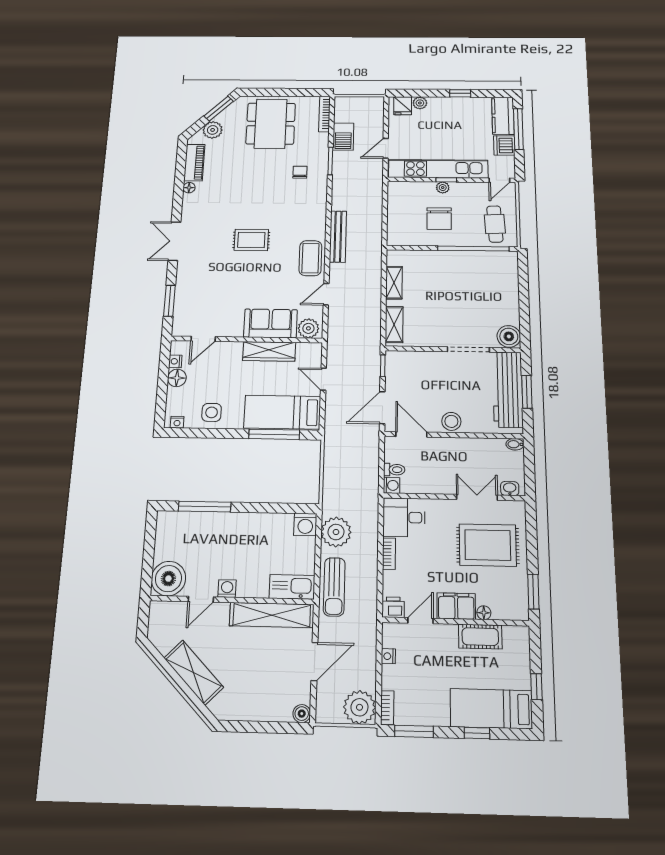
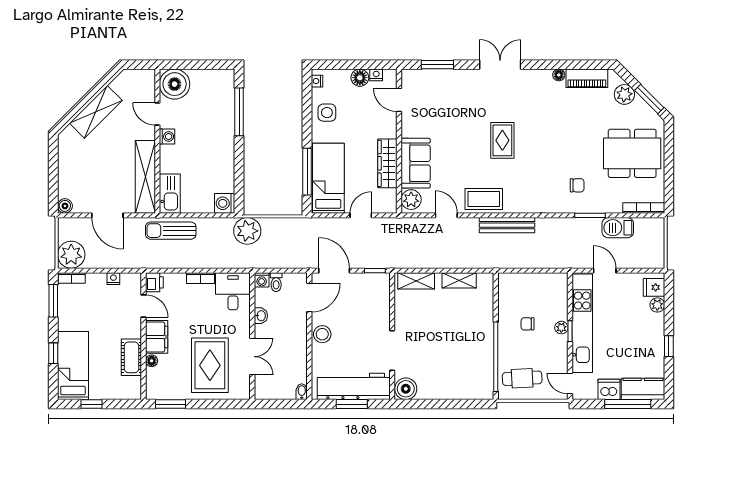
chair: (439, 218) -> (528, 324), width x0.54, depth x0.54
washbasin: (510, 489) -> (261, 316), moved
plant: (336, 532) -> (247, 231), moved

